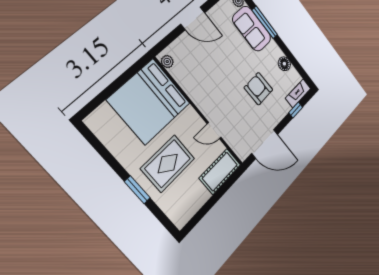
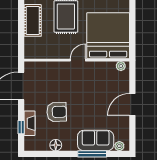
fireplace: (298, 93) -> (30, 123), moved
door: (214, 131) -> (78, 60), moved
cot: (220, 171) -> (33, 20), moved

